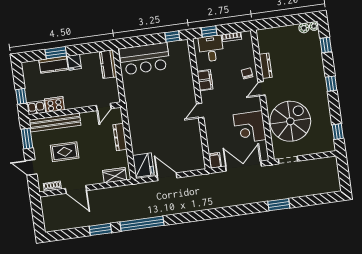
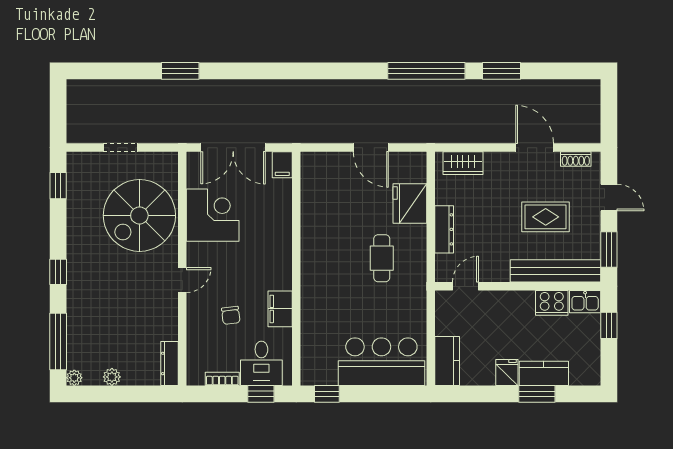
plant: (304, 28) -> (112, 377), moved
window: (326, 45) -> (58, 342), width x2.17
dresser: (266, 66) -> (169, 363), moved
chair: (247, 73) -> (231, 315), moved
door: (200, 111) -> (296, 256), removed
cafe table: (152, 116) -> (382, 258), added
doorway: (288, 160) -> (121, 148), moved
fridge: (143, 165) -> (410, 203), moved

